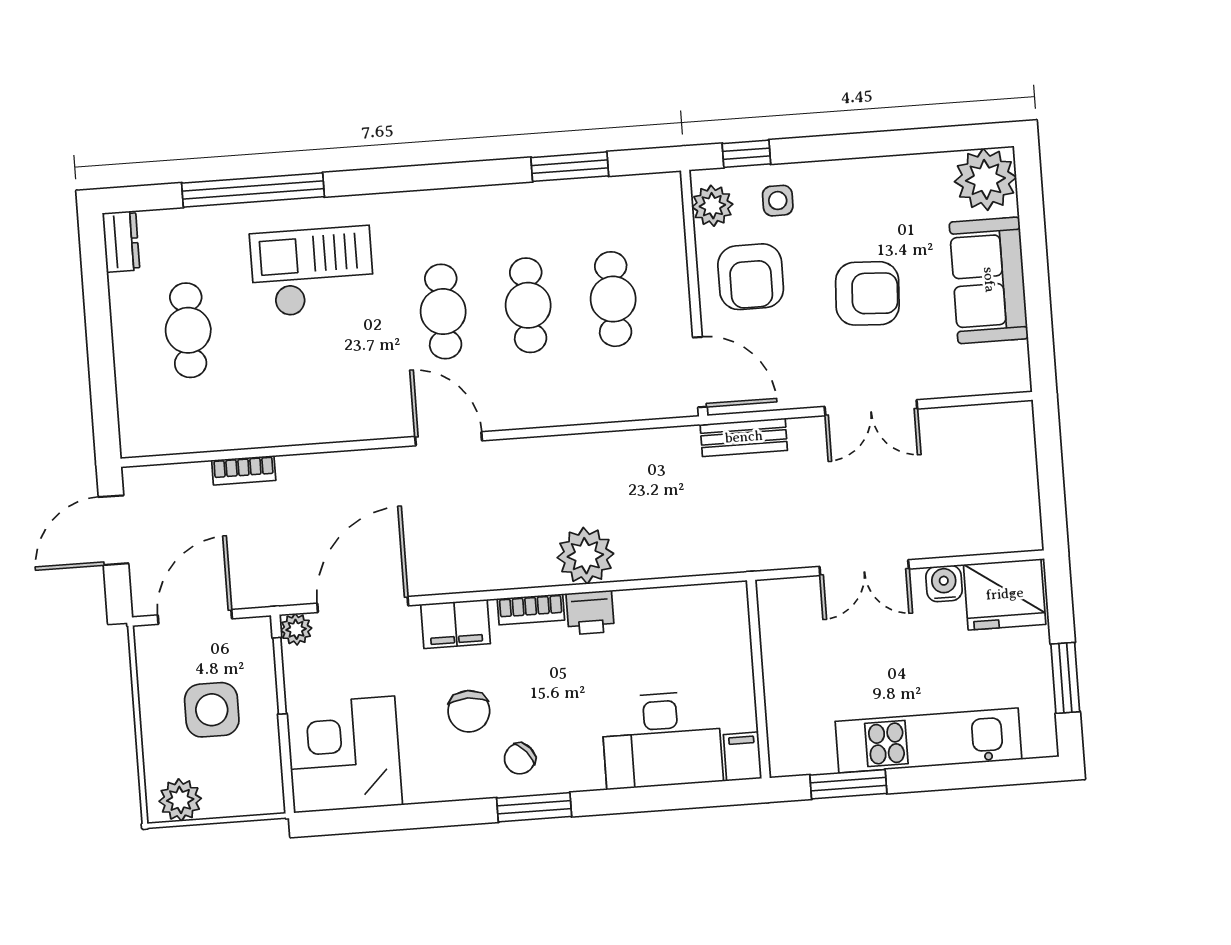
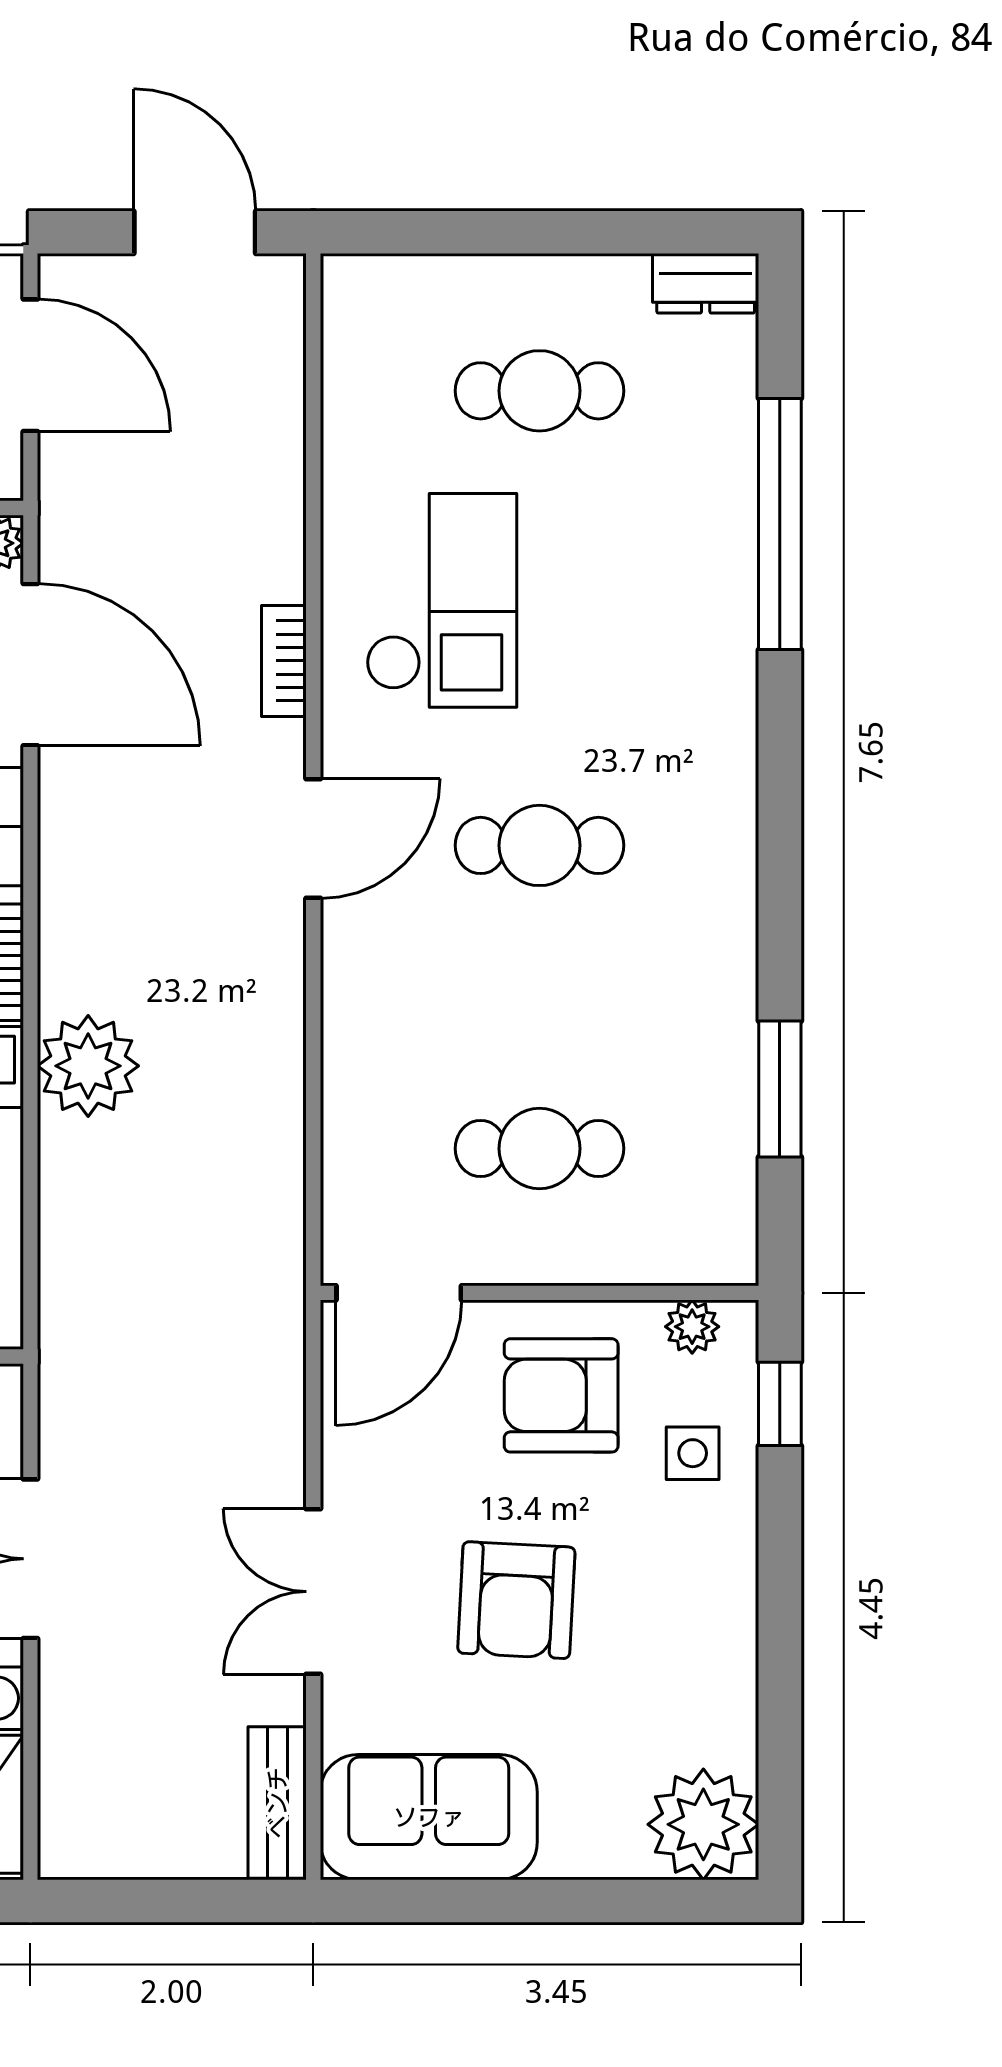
plant: (712, 206) -> (692, 1327), width x0.73, depth x0.73
checkout: (312, 272) -> (441, 600), moved
sofa: (989, 280) -> (429, 1817), moved
cafe table: (528, 305) -> (539, 997), removed
bench: (744, 437) -> (277, 1803), moved
bookcase: (244, 470) -> (284, 661), moved

